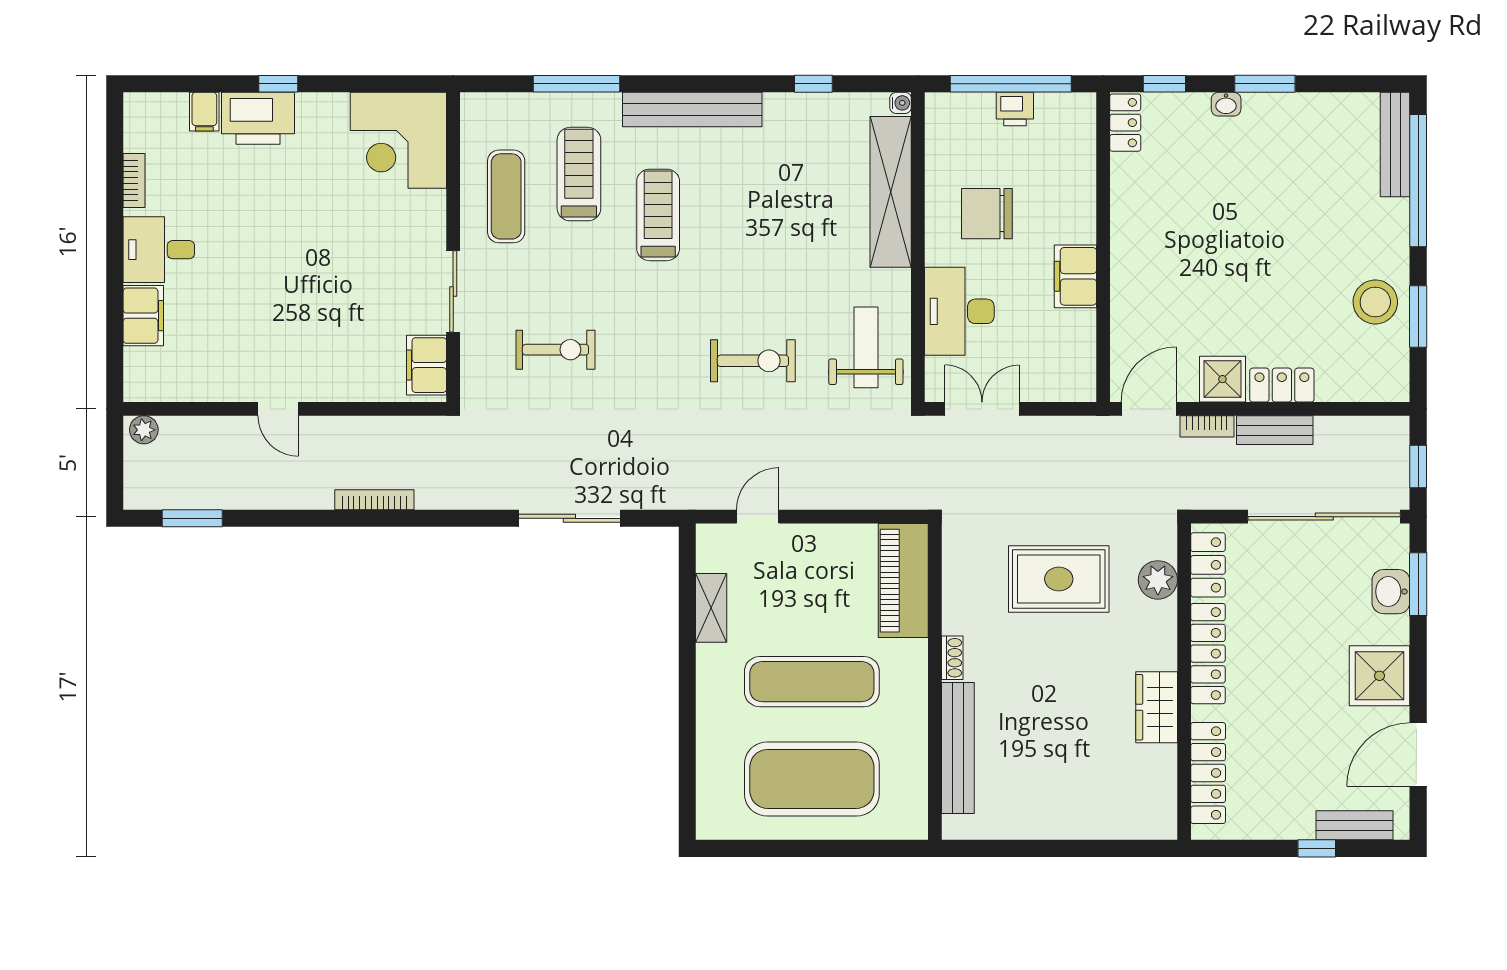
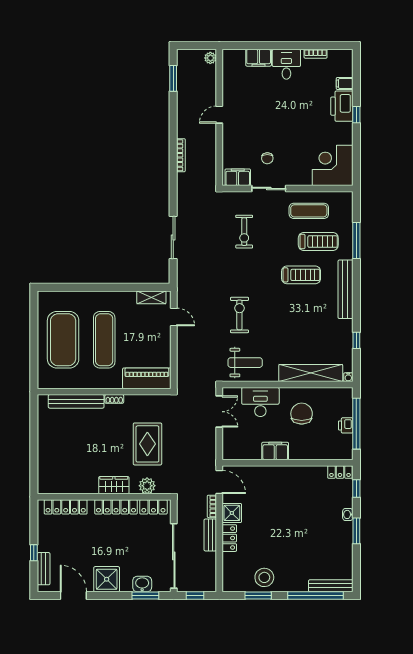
chair: (382, 295) -> (267, 158), added
exercise bike: (753, 361) -> (239, 315), turned 180
shelving: (711, 608) -> (151, 297), moved
wardrobe: (1157, 707) -> (114, 485), moved

